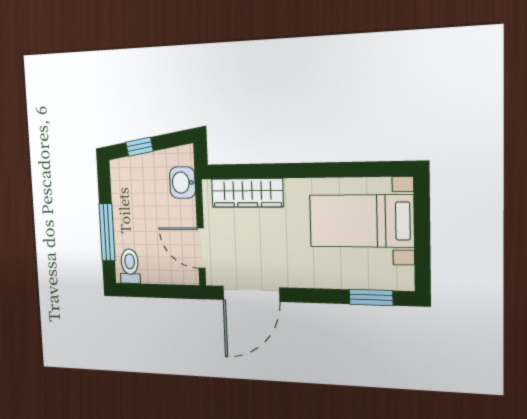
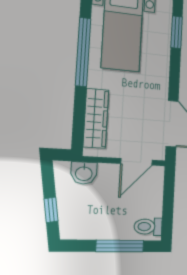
window: (327, 170) -> (83, 52), added

